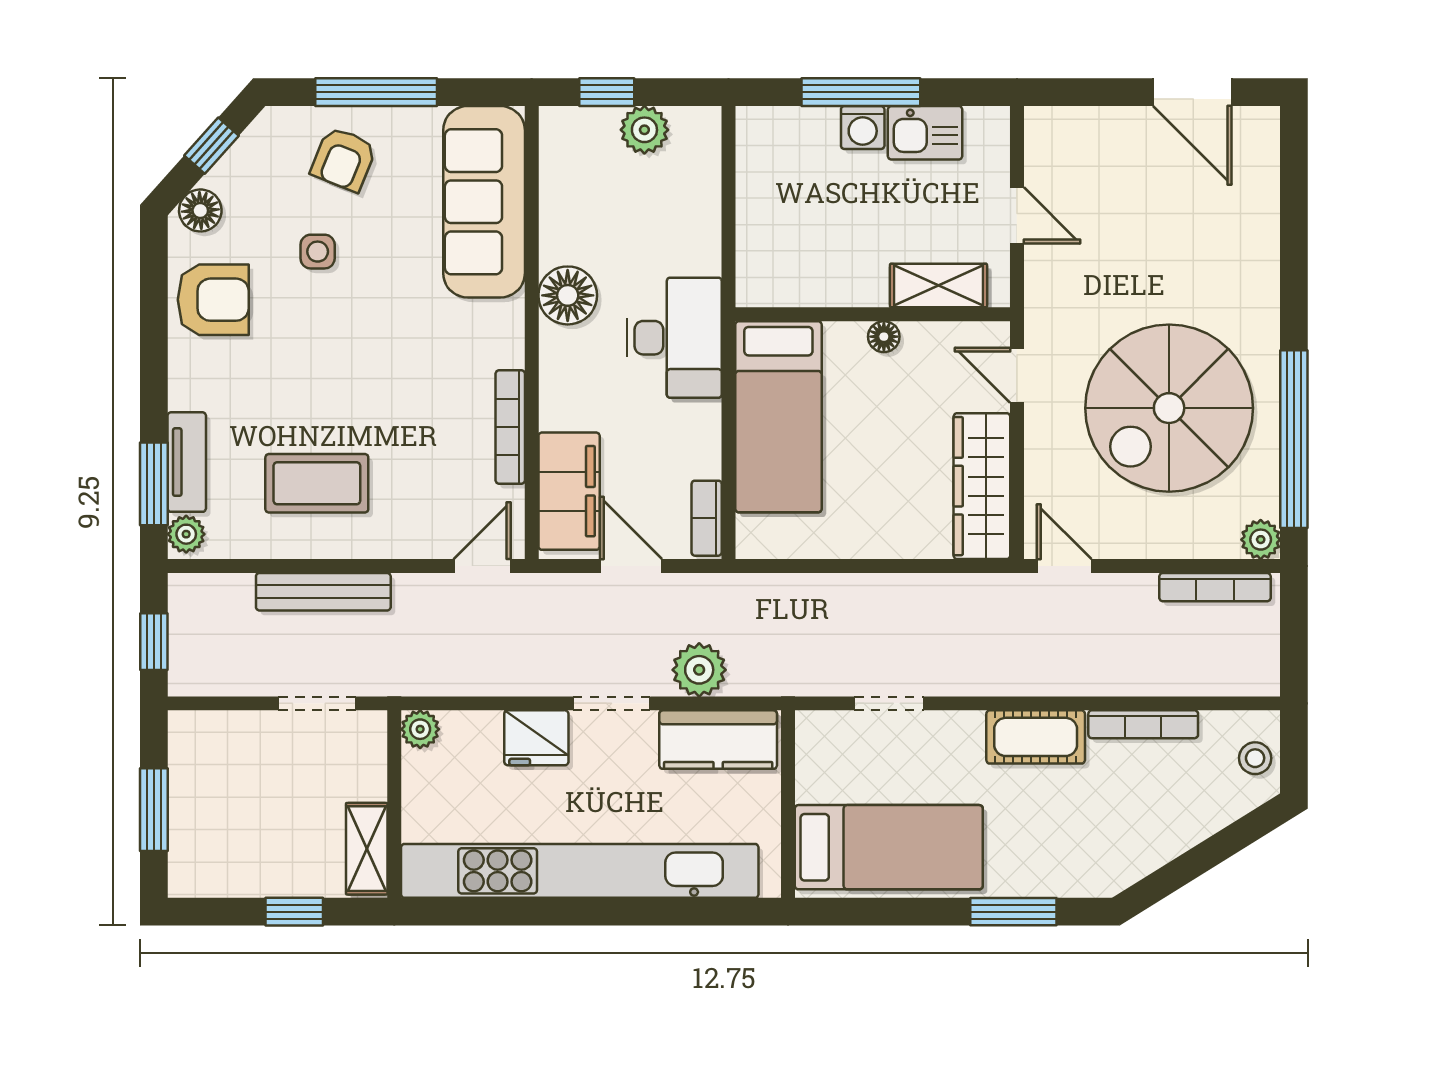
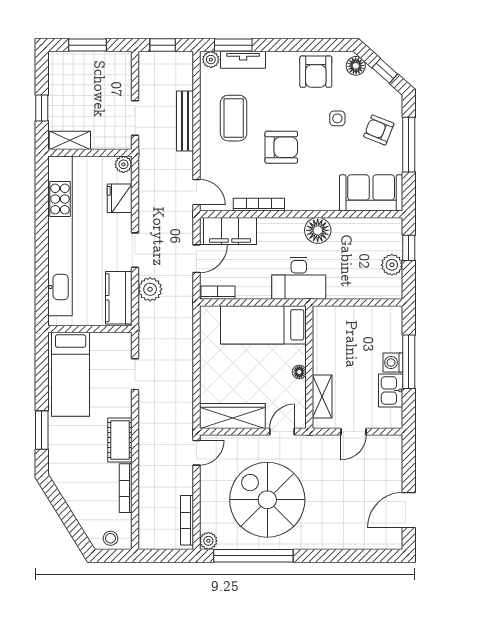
sofa: (484, 202) -> (371, 193), width x0.73
armchair: (382, 377) -> (281, 147), added
fridge: (536, 738) -> (120, 198), moved

